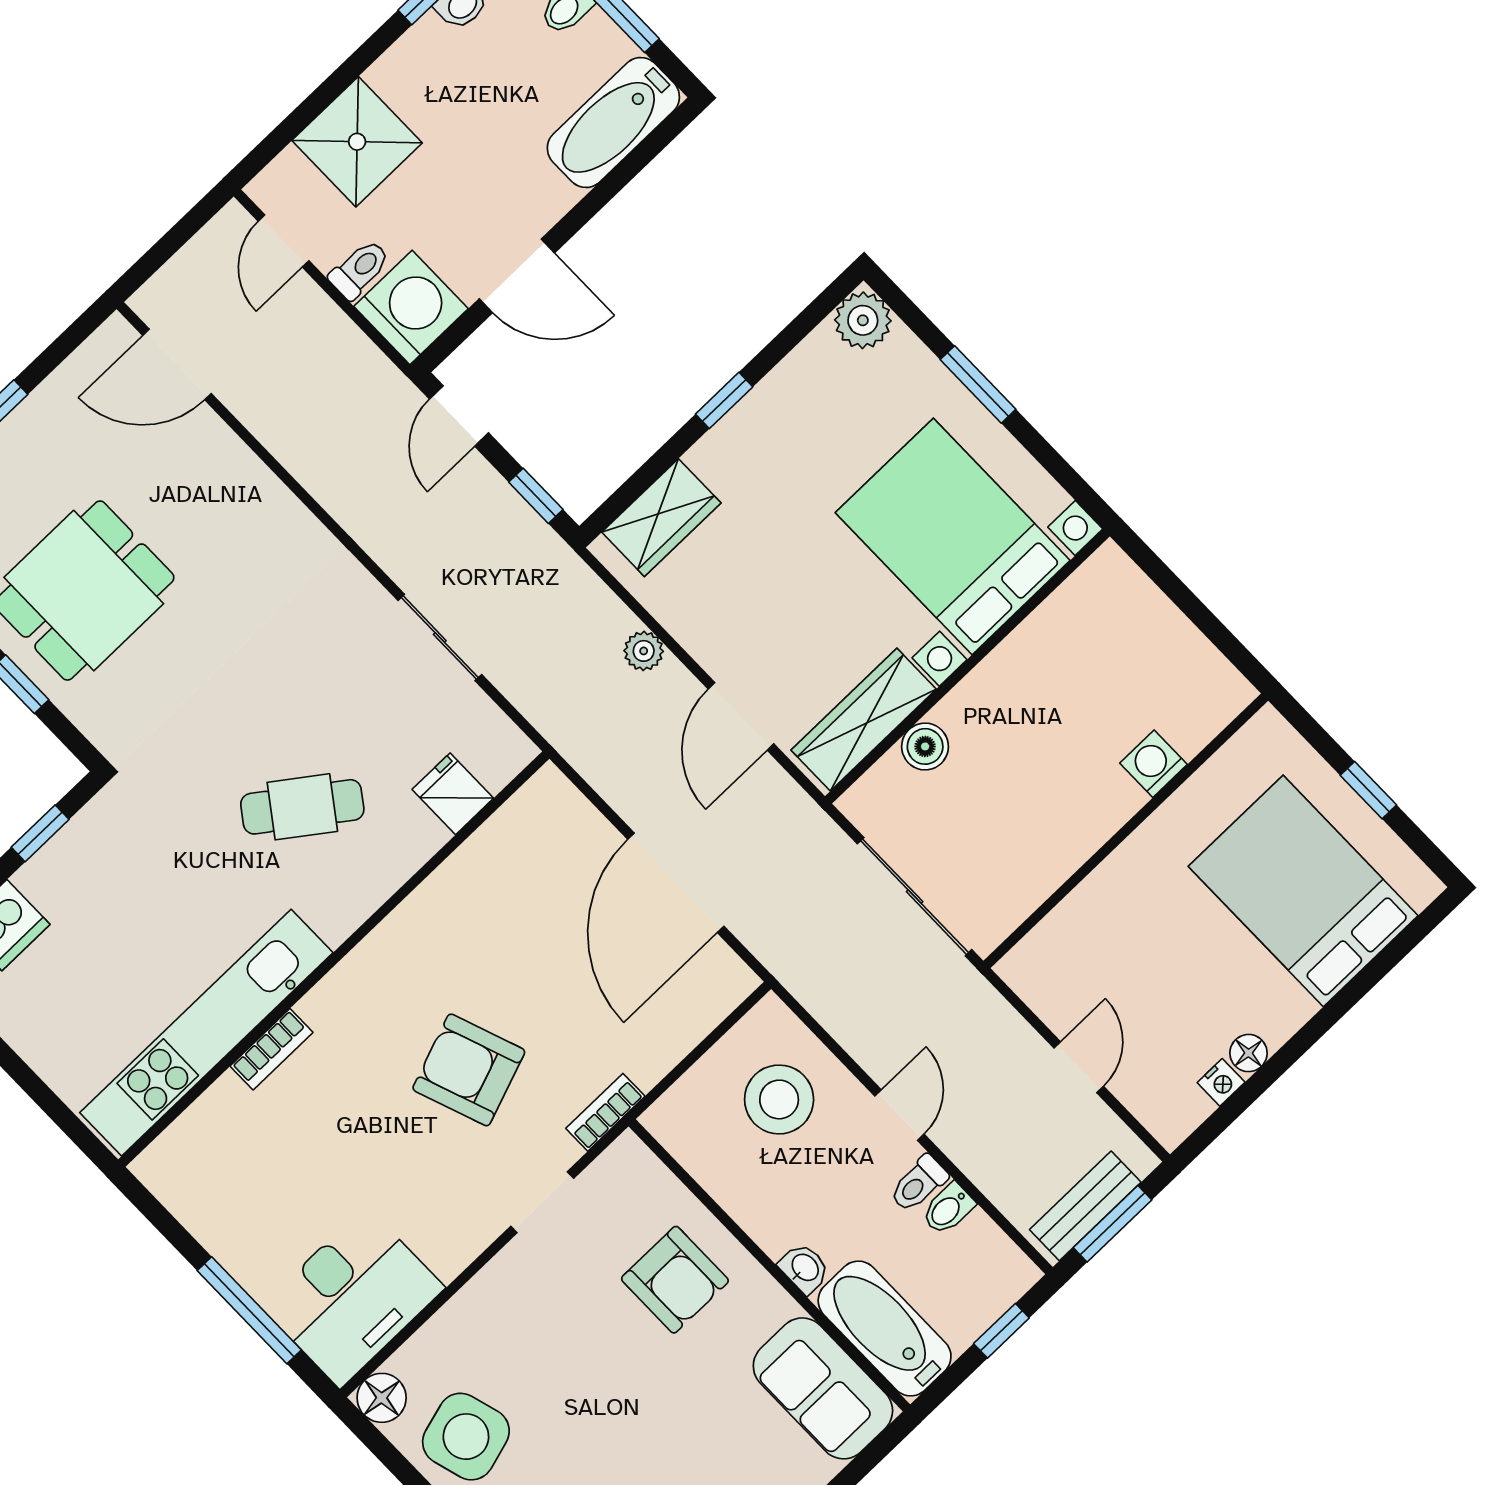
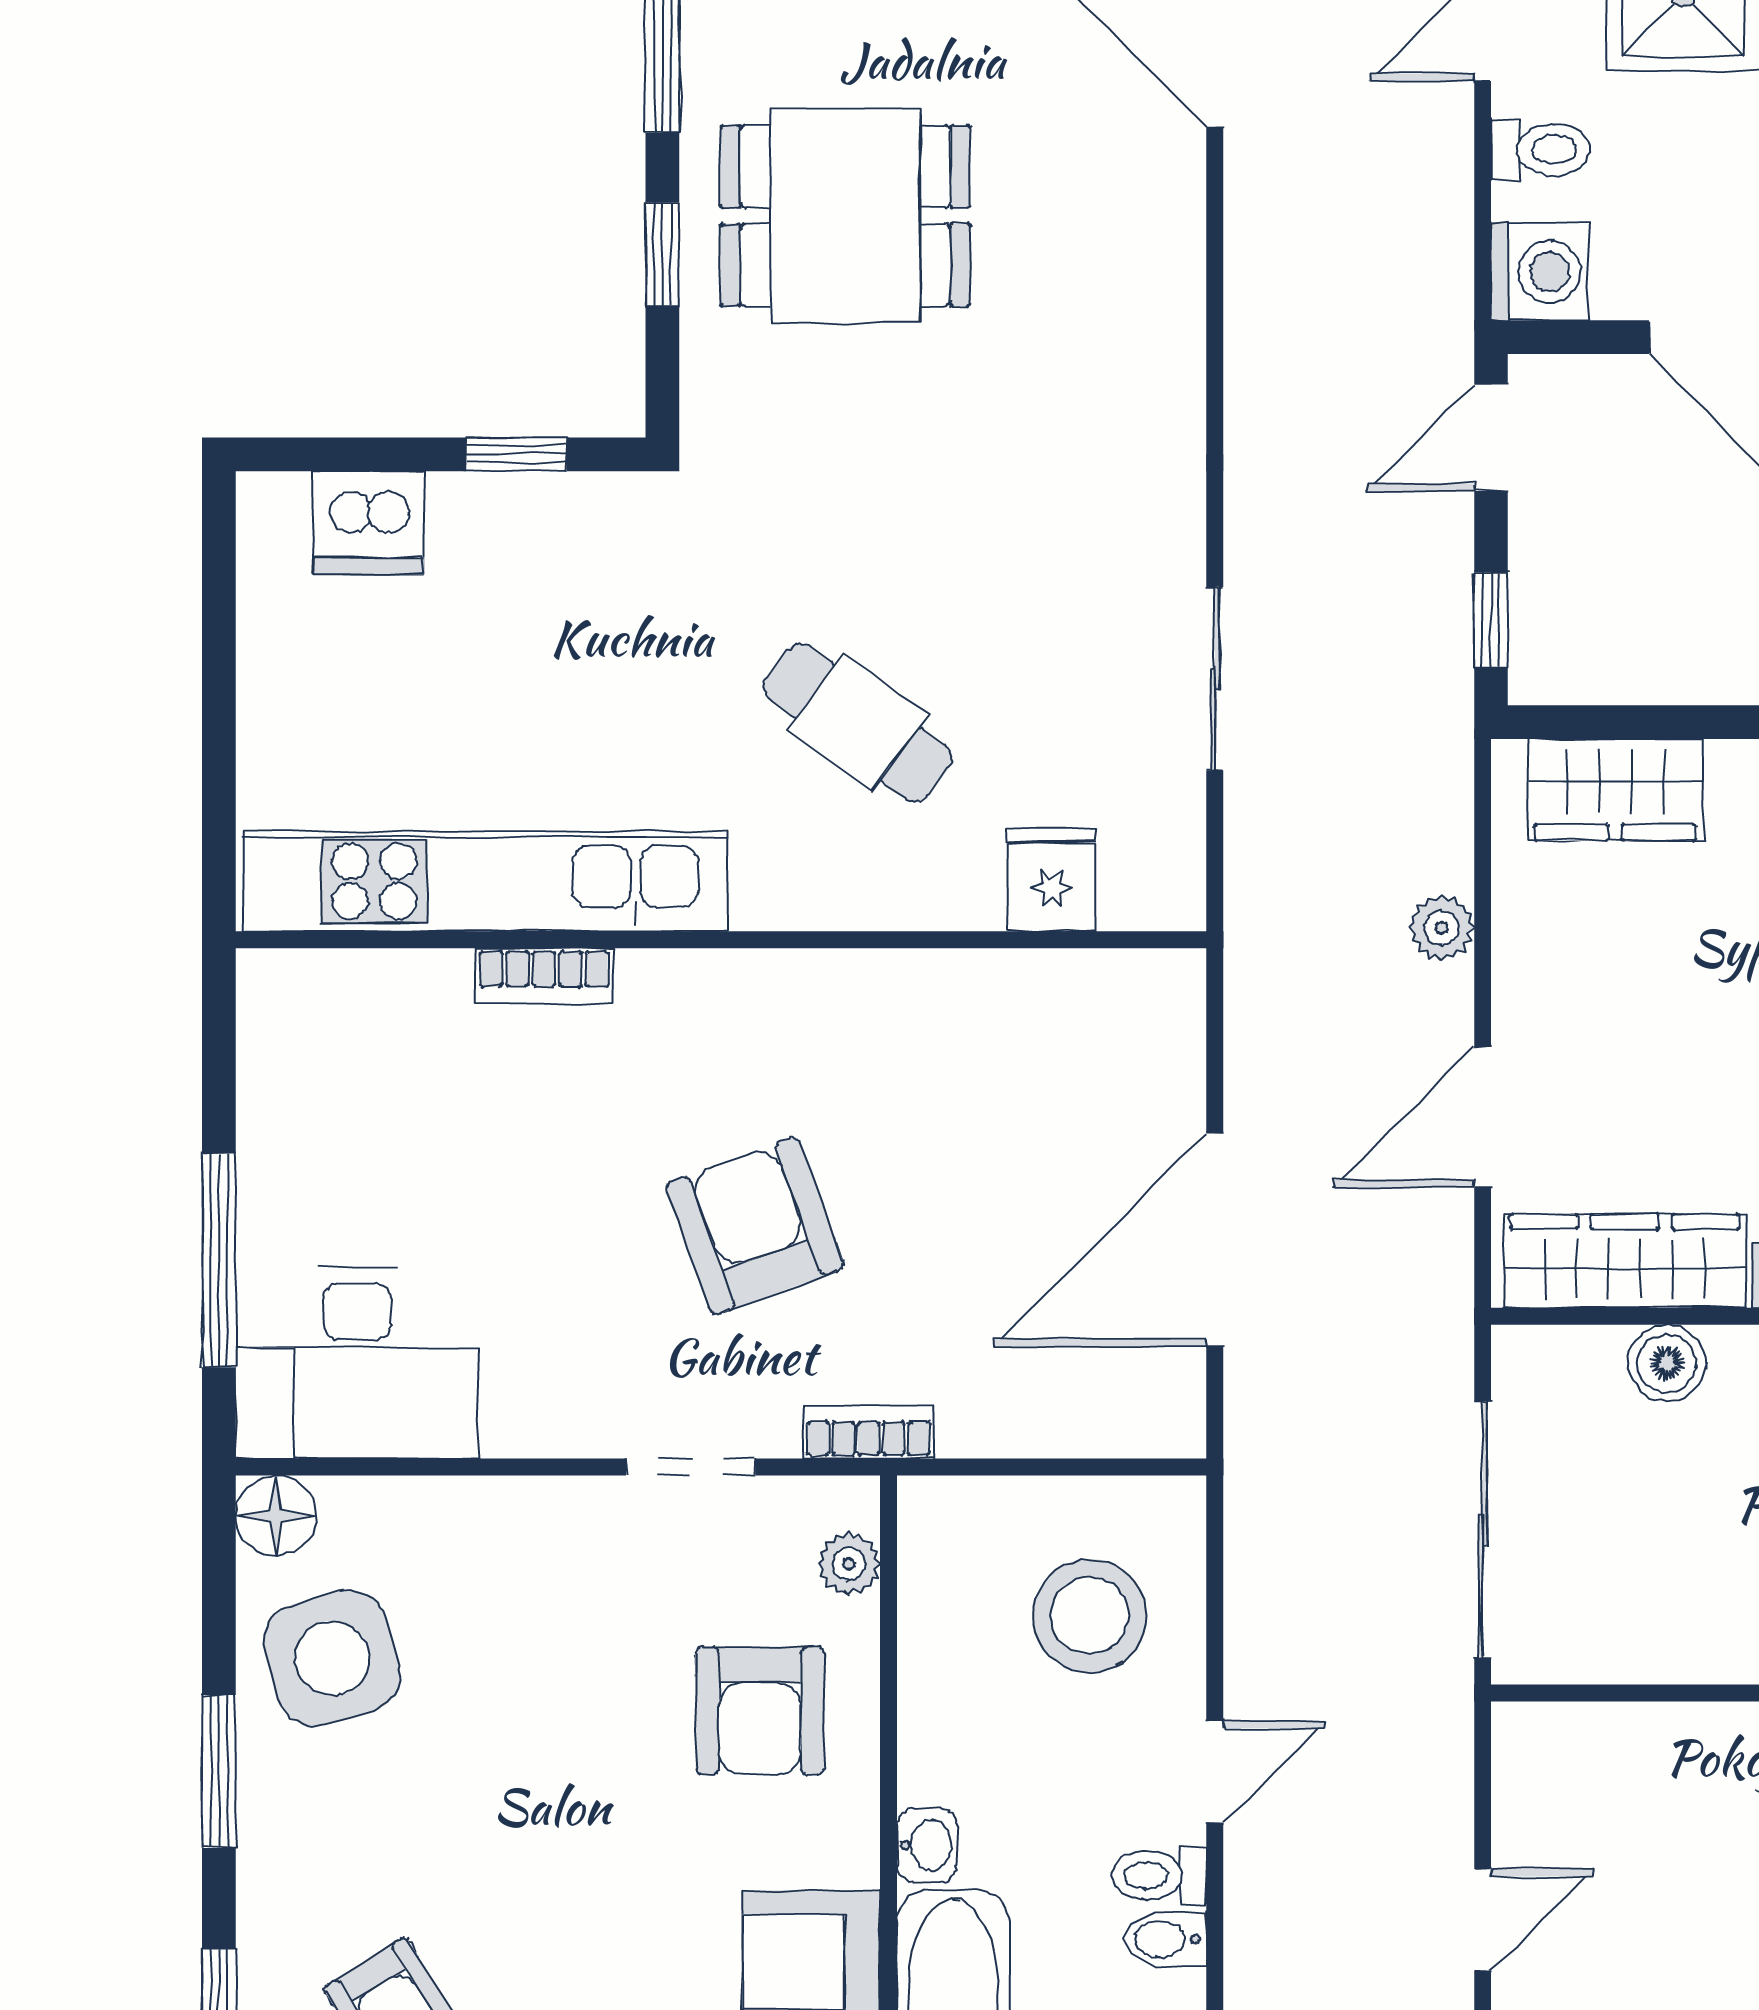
washing machine: (411, 307) -> (1540, 272), width x0.73, depth x0.73
plant: (652, 1178) -> (849, 1564), added

